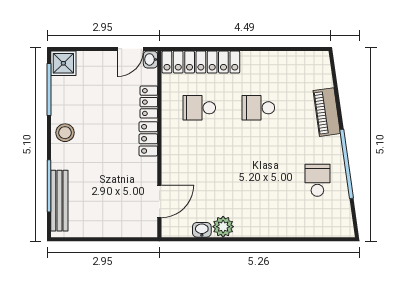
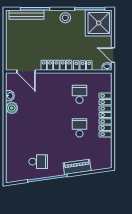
locker: (201, 62) -> (106, 115), moved
shower: (63, 63) -> (99, 23), width x1.86, depth x1.86
locker: (148, 139) -> (56, 65), width x1.53

